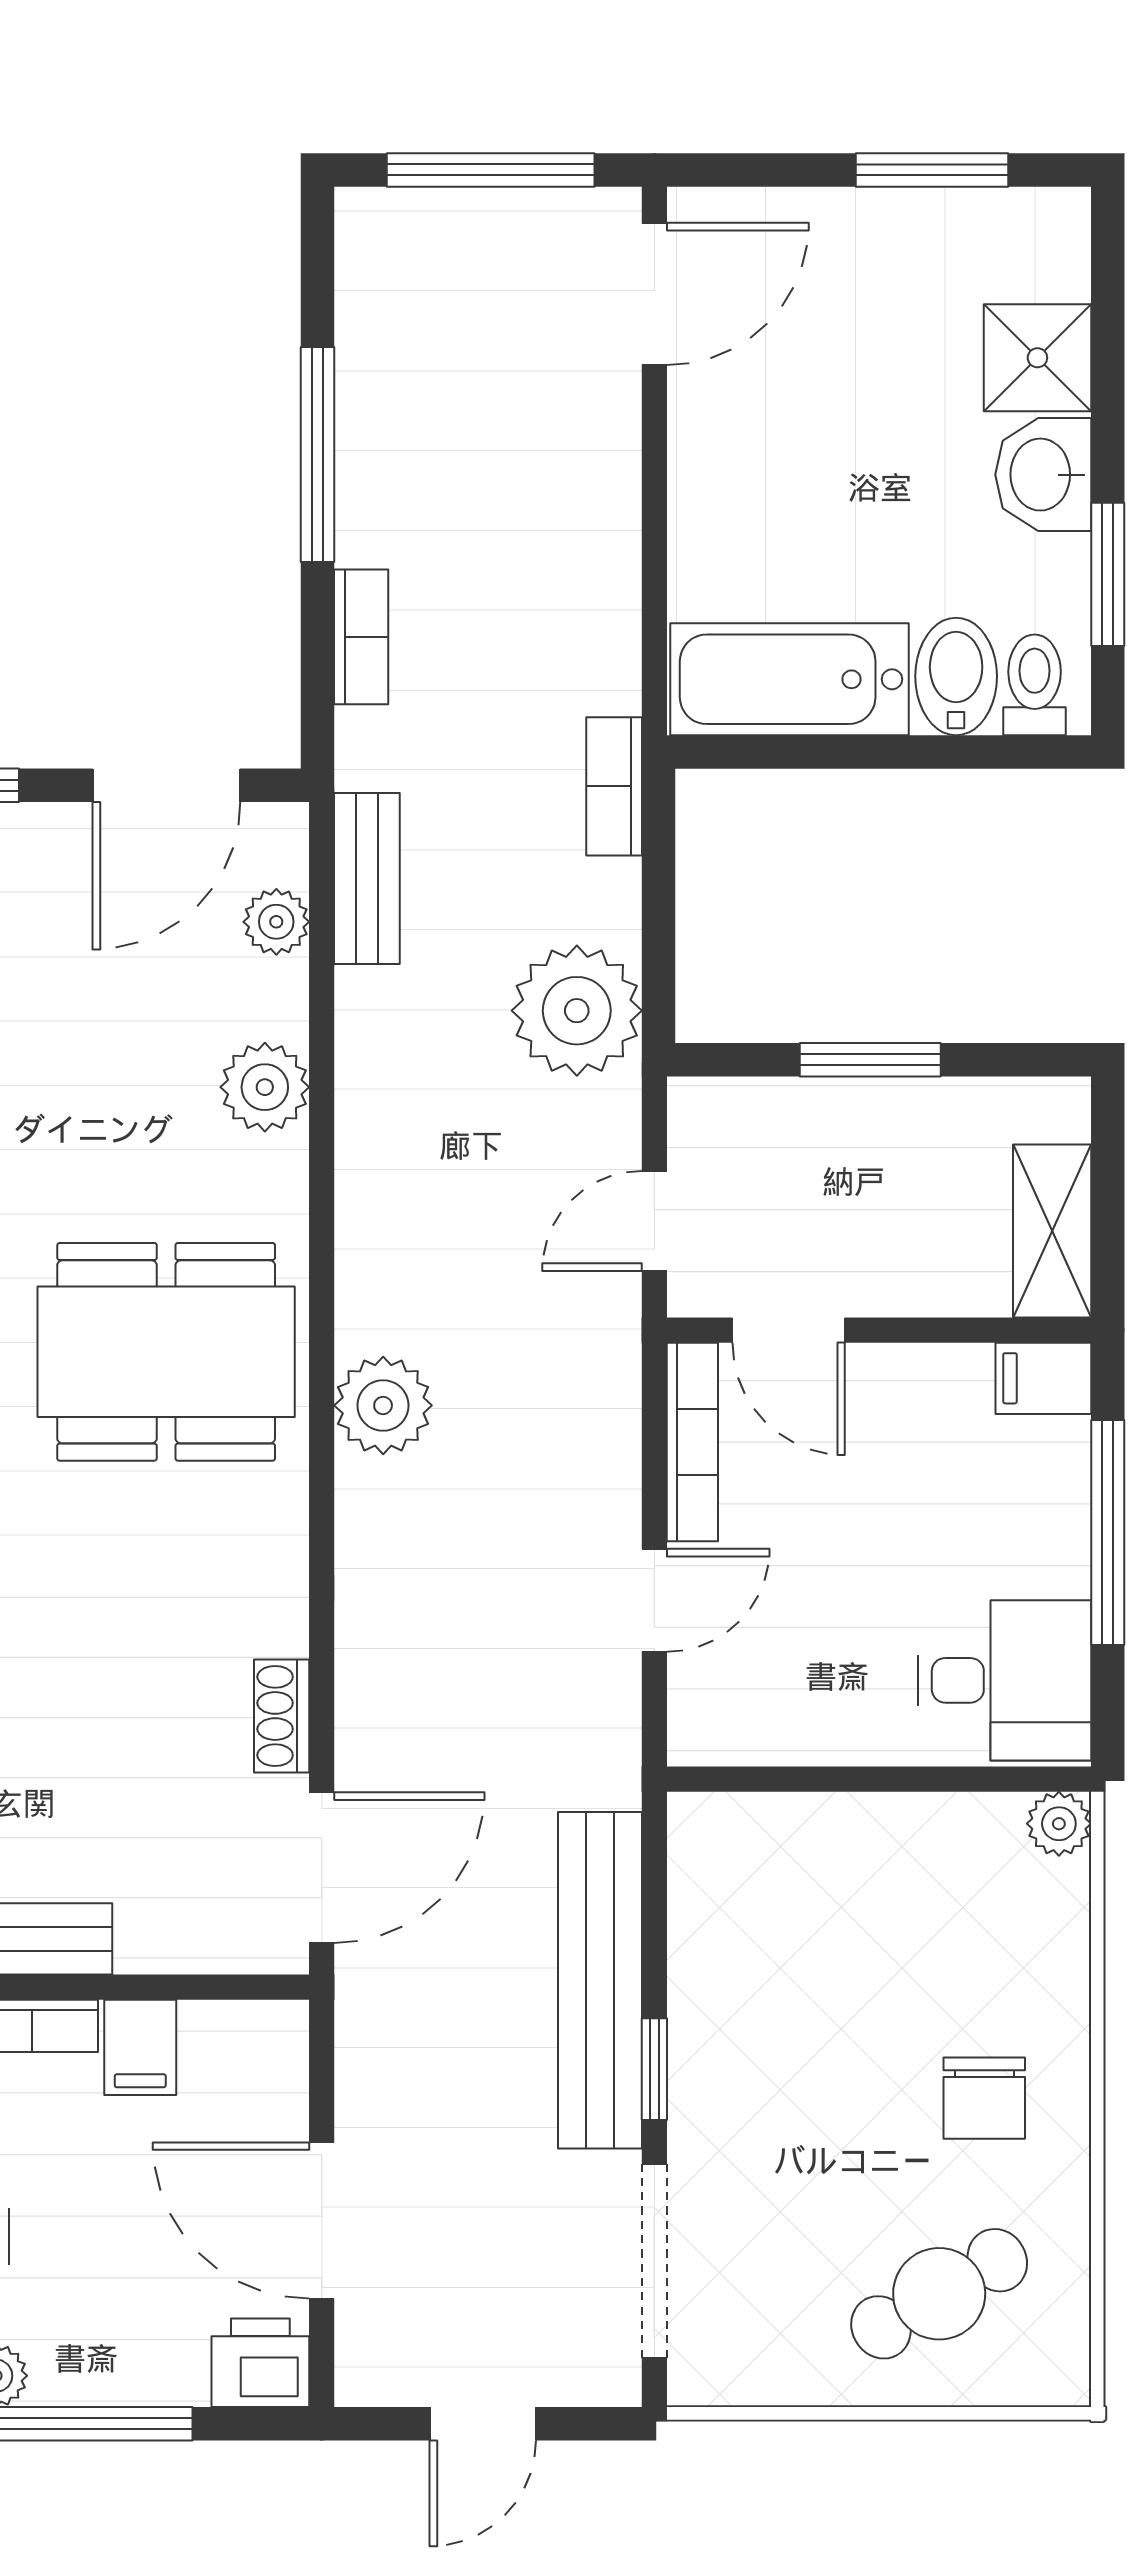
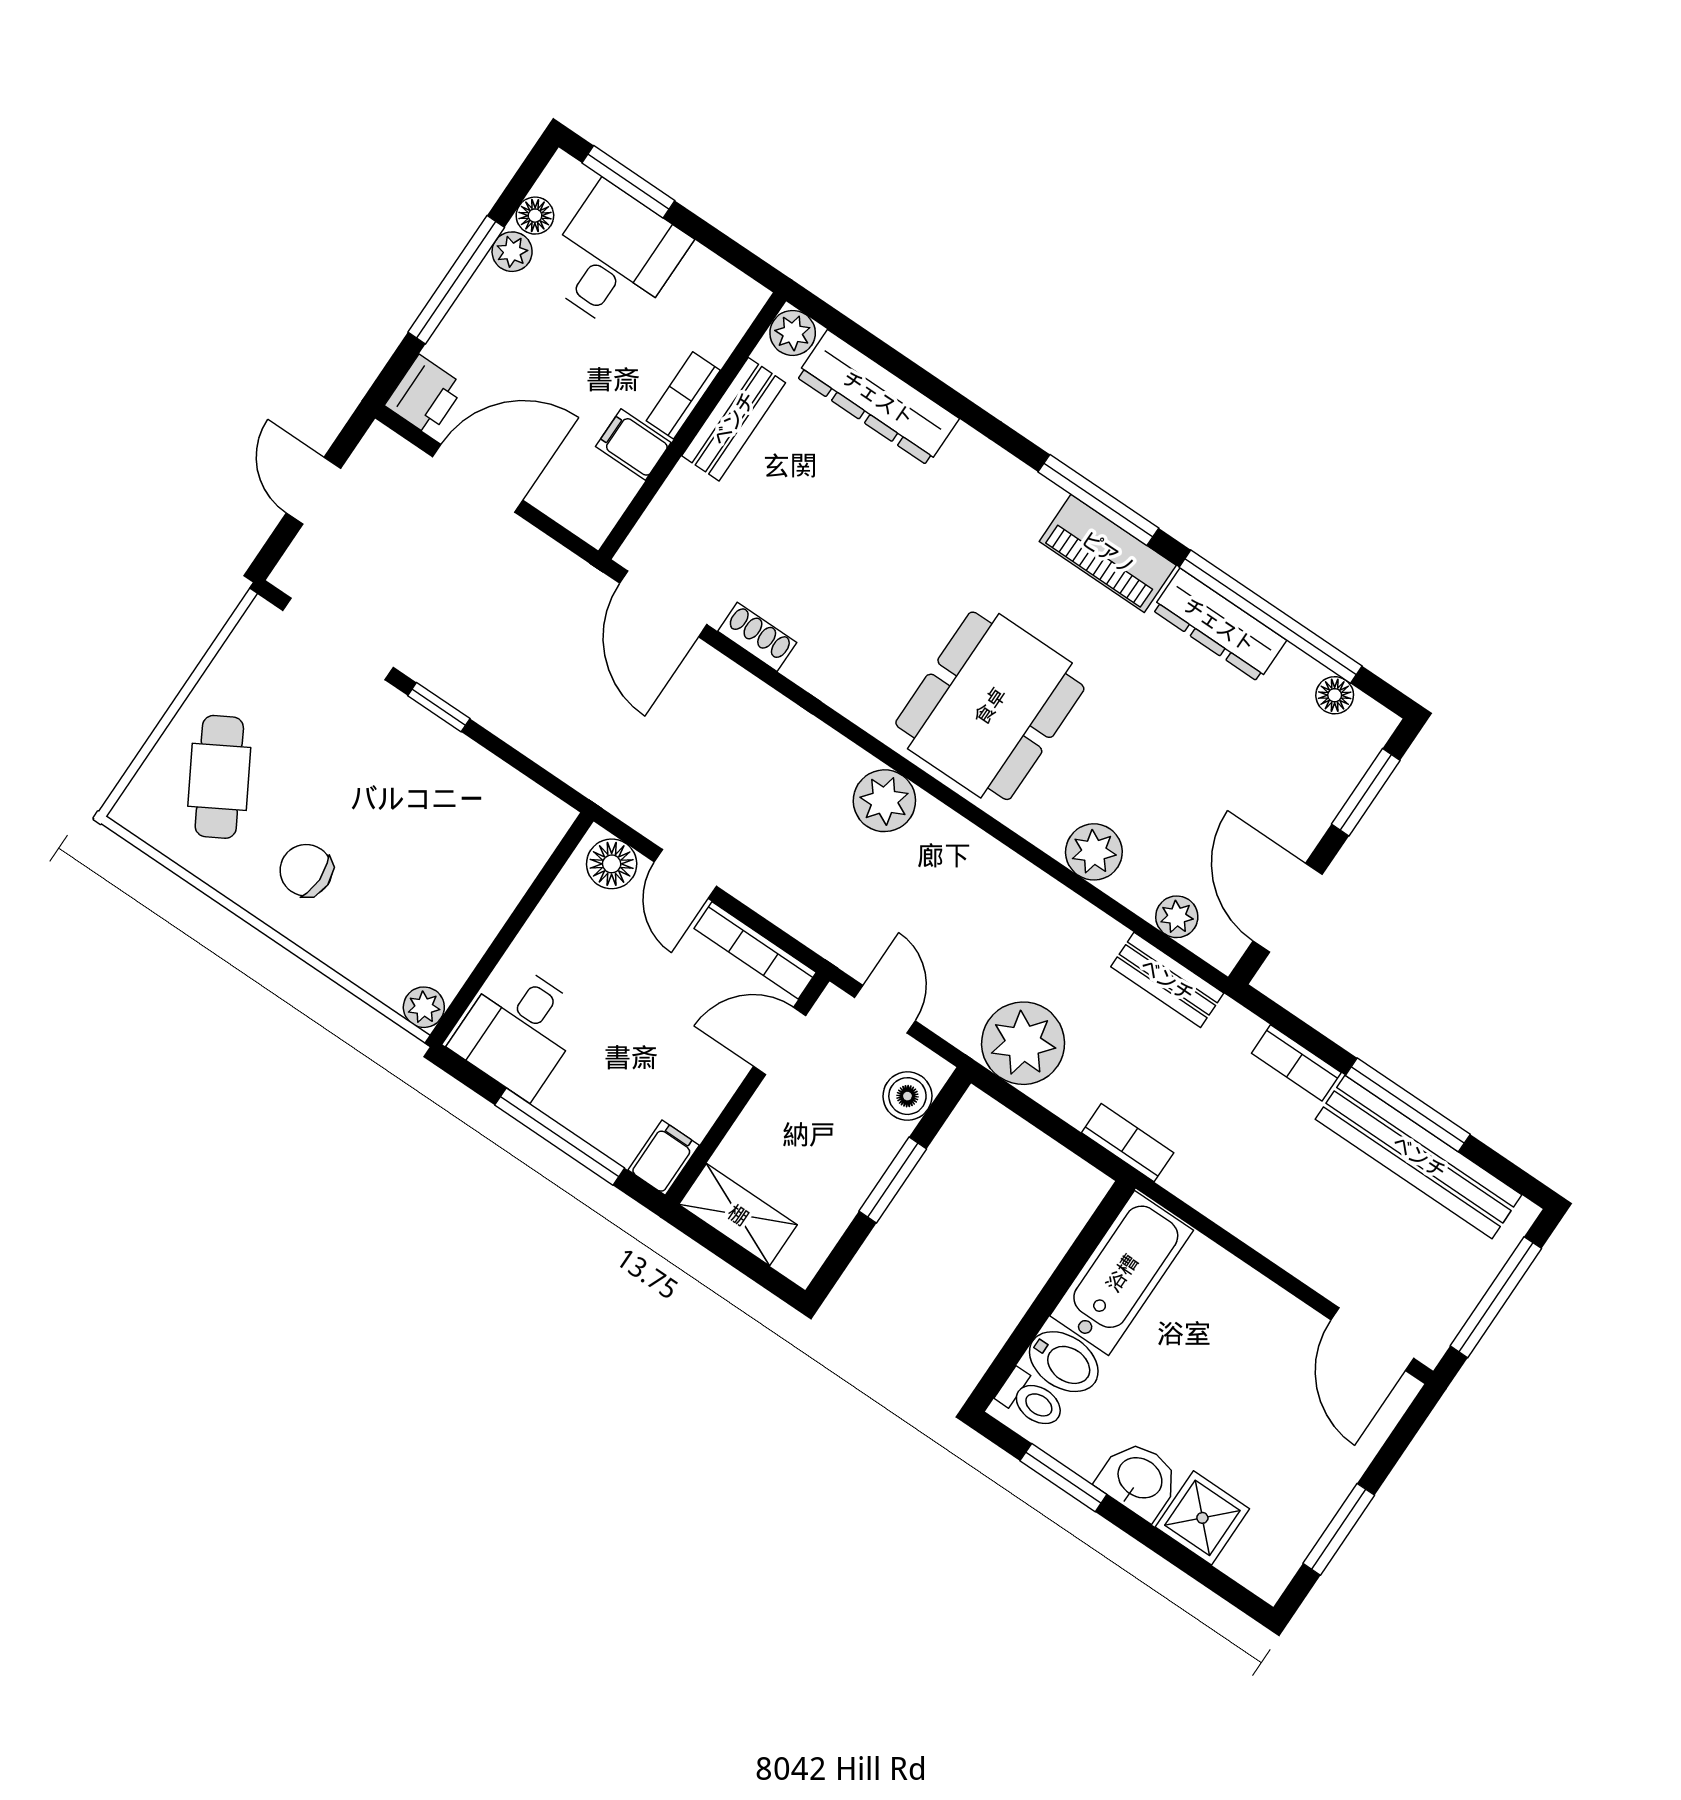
boiler: (748, 1115) -> (907, 1096), added
floor lamp: (706, 1705) -> (612, 864), added
bench: (600, 1980) -> (1419, 1157), moved

